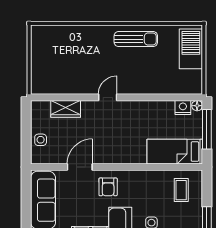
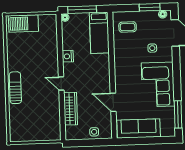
sun lounger: (136, 39) -> (15, 88), moved
nightstand: (183, 108) -> (68, 56), moved
wardrobe: (66, 109) -> (71, 109), width x1.50
armchair: (108, 187) -> (127, 81), removed

